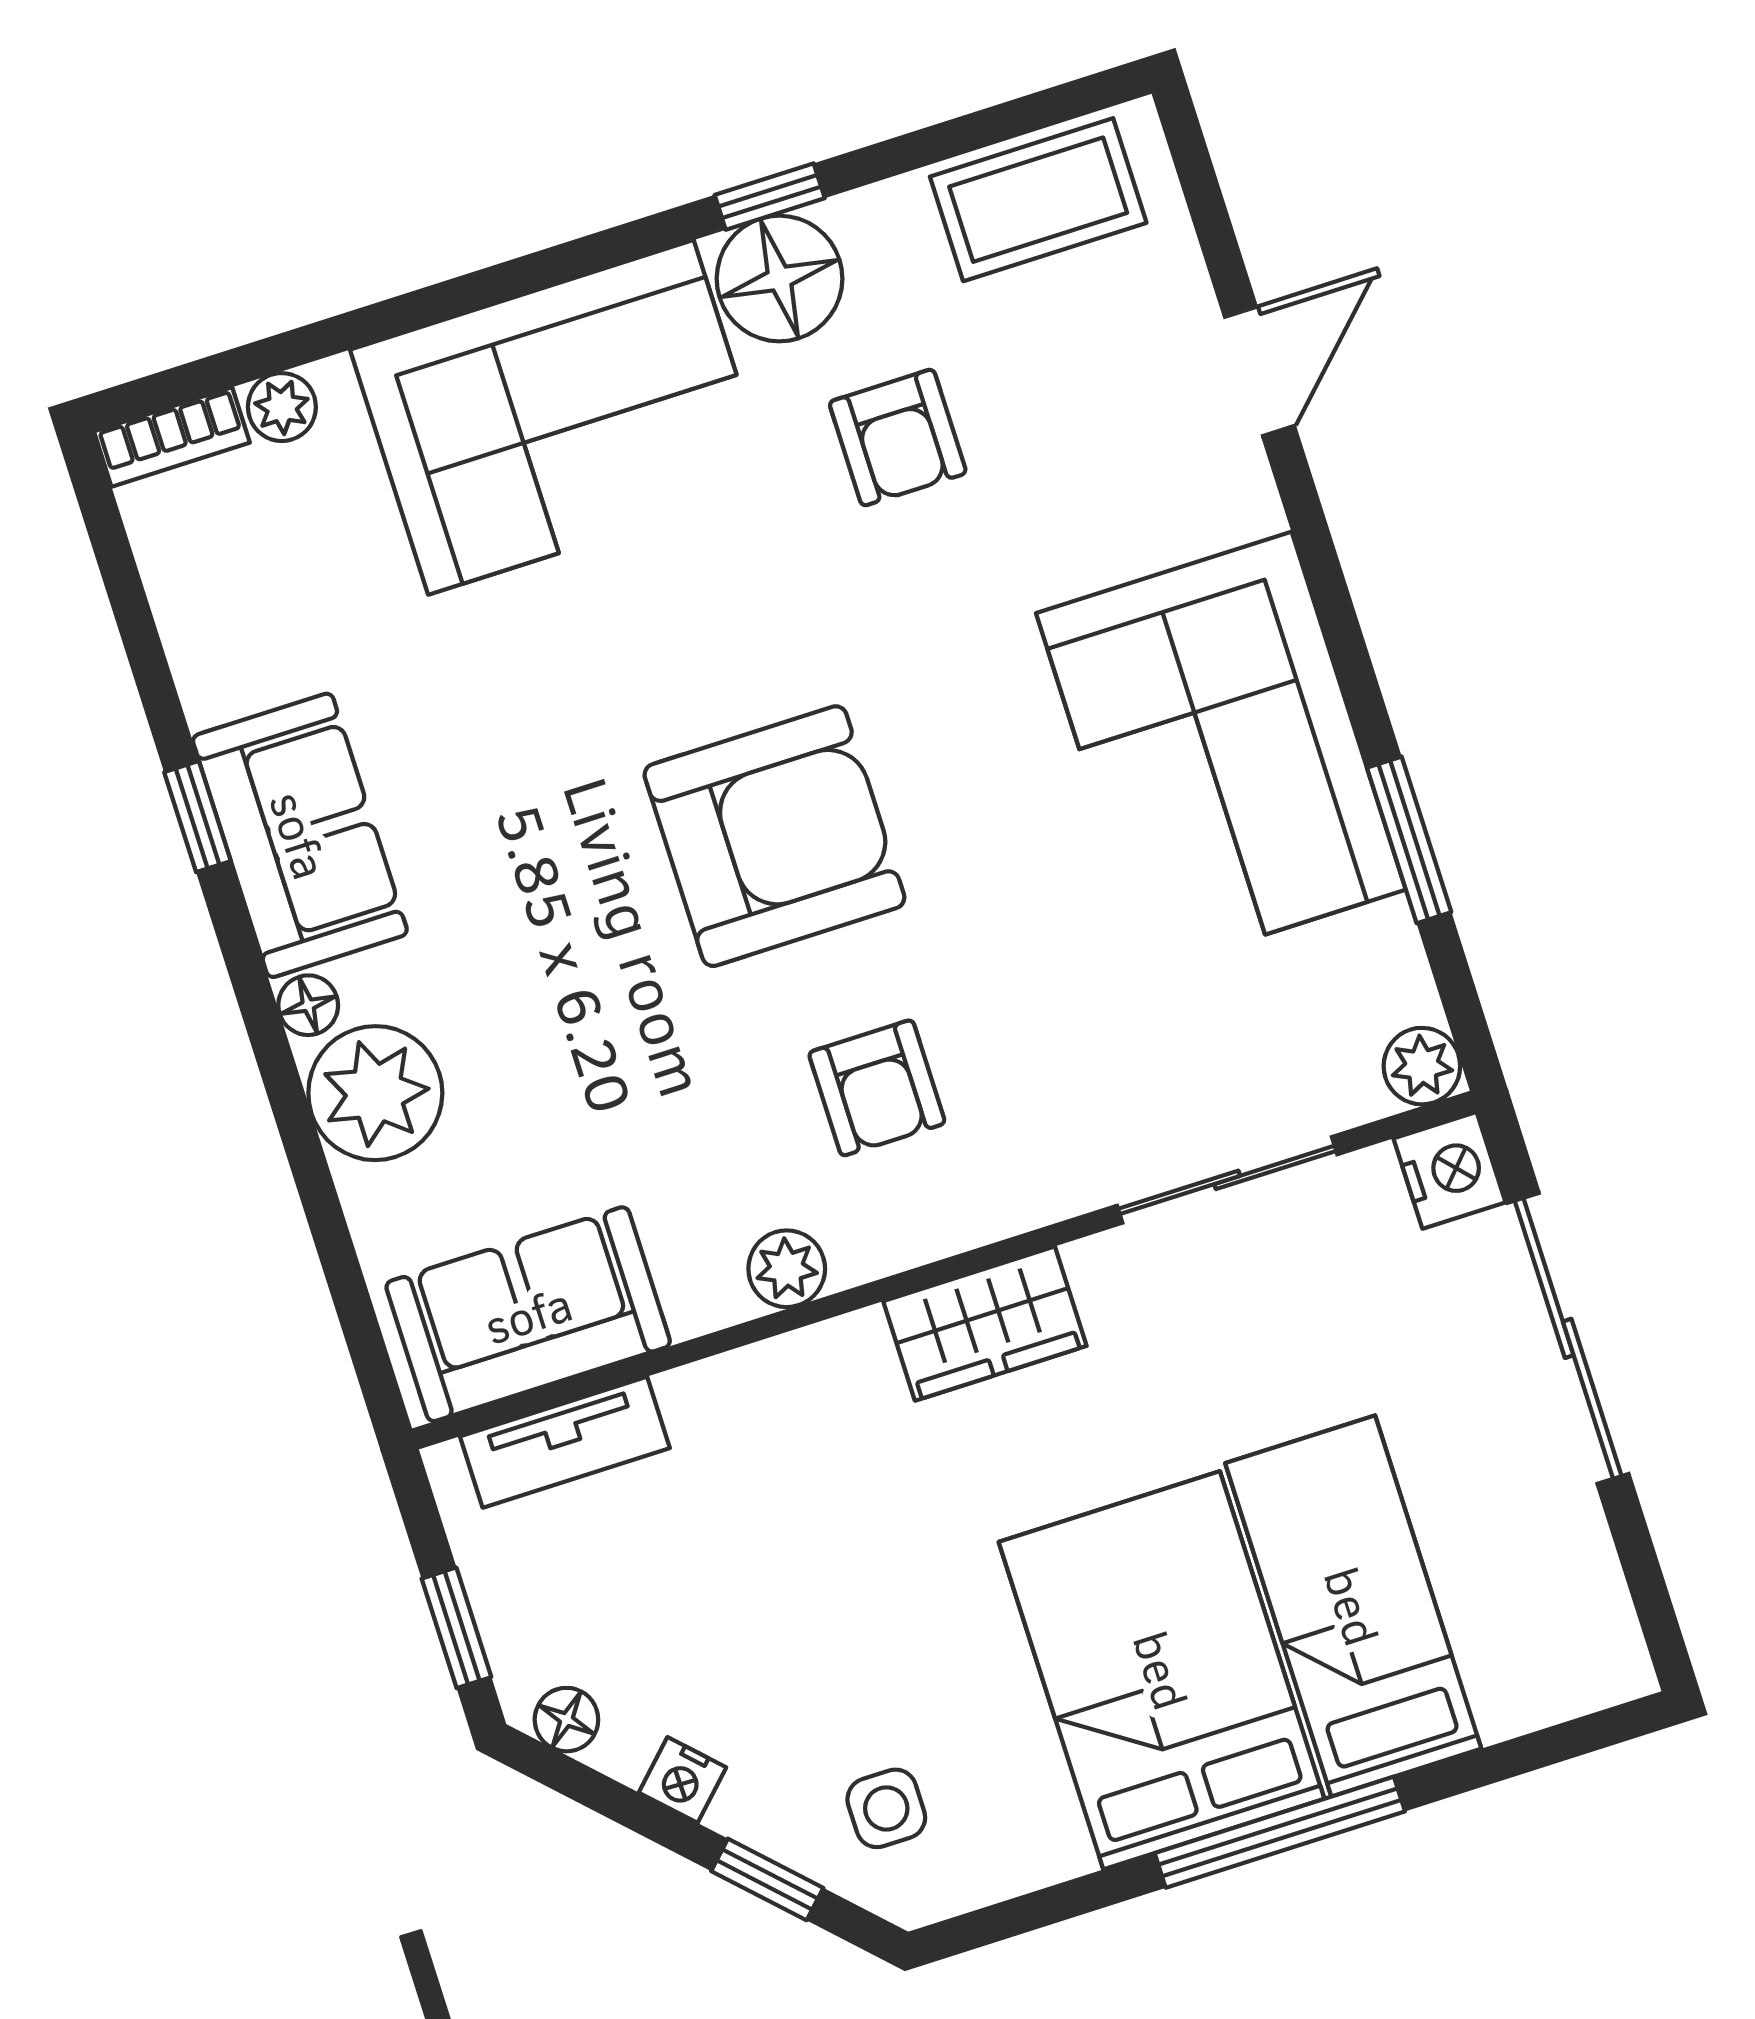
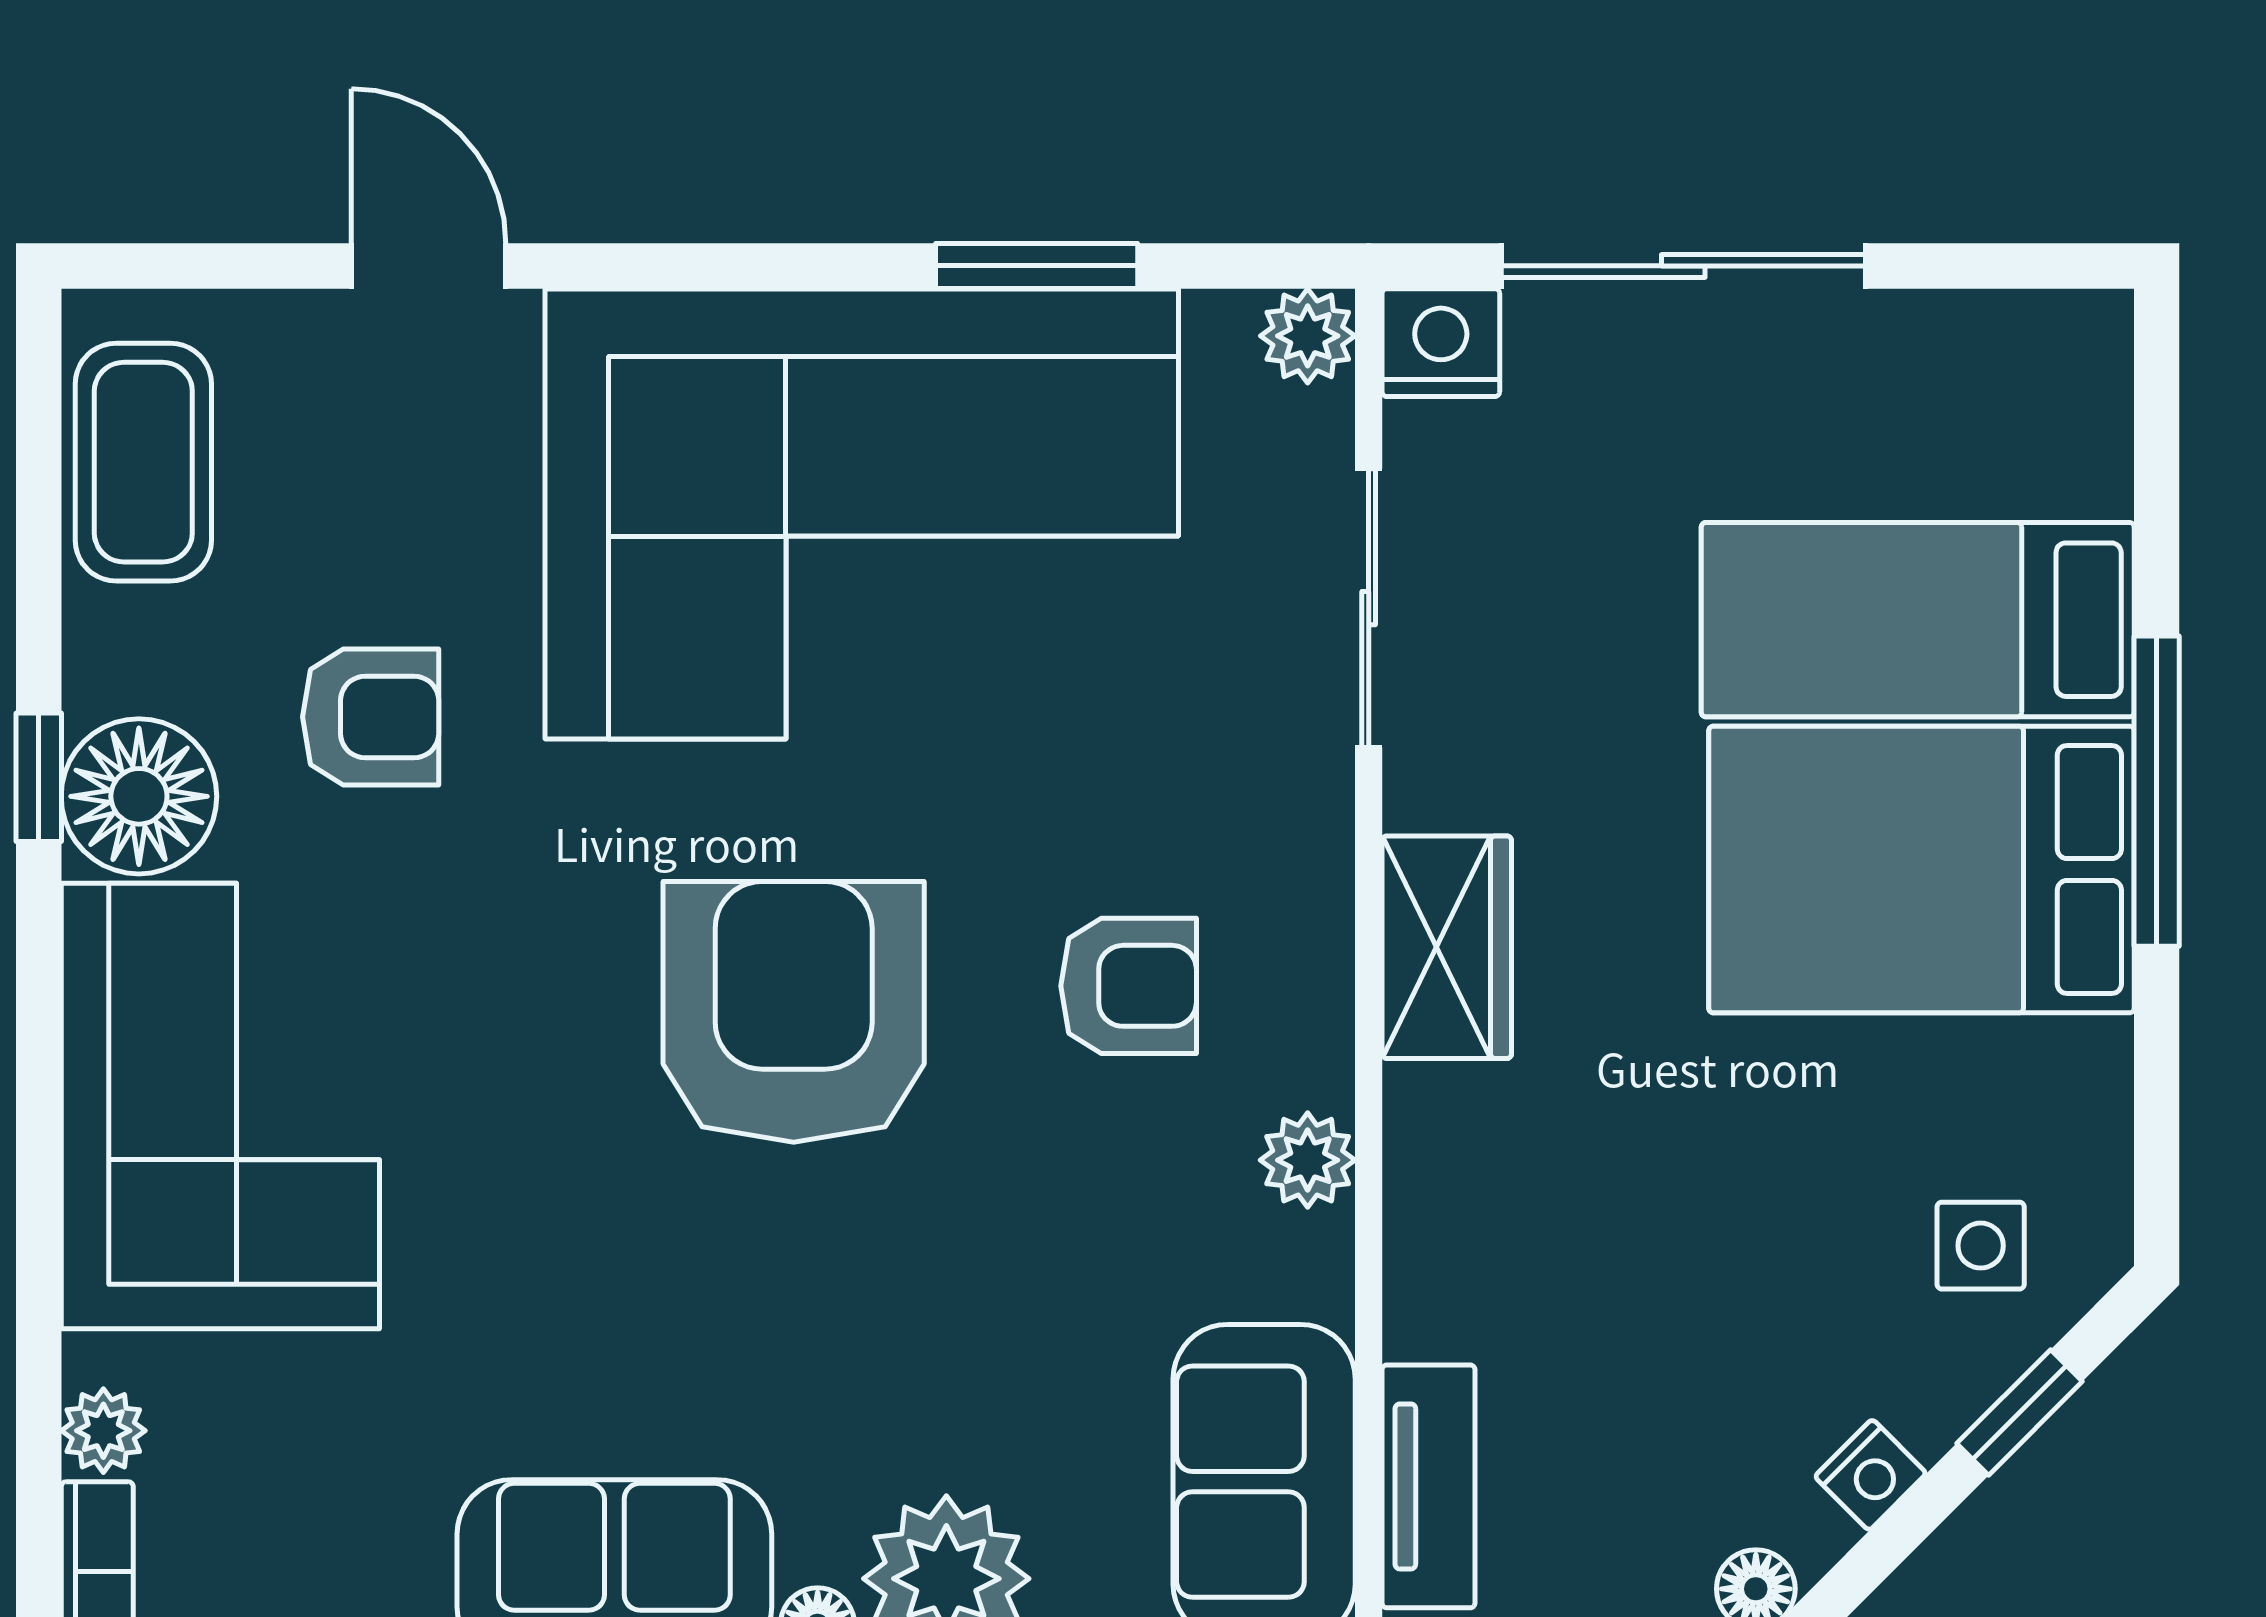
corner sofa: (1221, 751) -> (862, 514), width x1.36, depth x1.36

